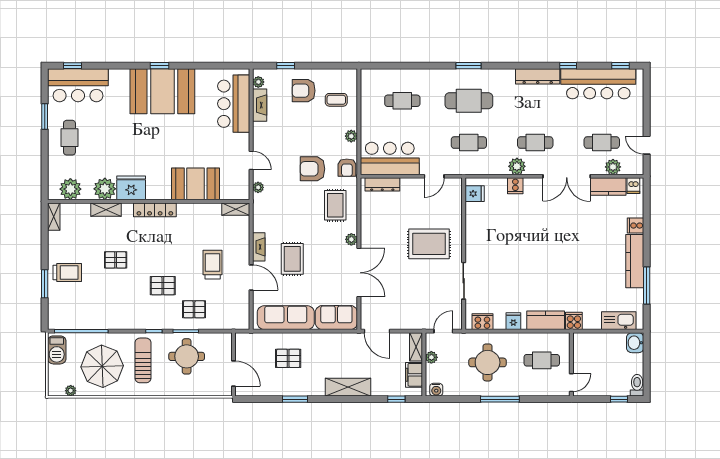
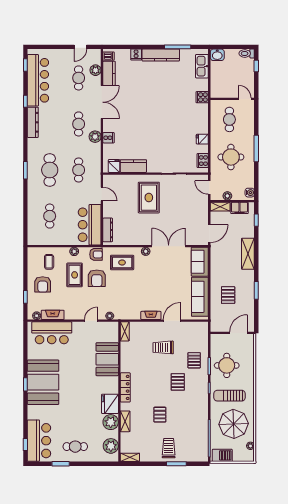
rug: (292, 259) -> (75, 275), moved, turned 90
kitchen counter: (546, 320) -> (133, 166), moved, turned 90

